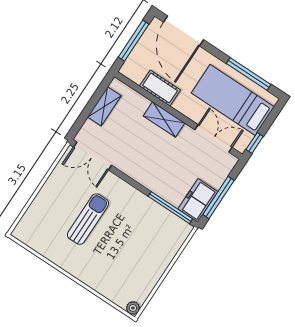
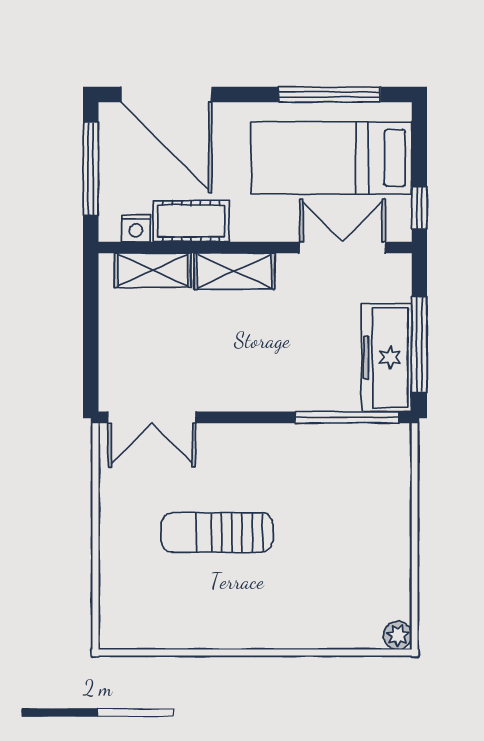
nightstand: (136, 76) -> (136, 228), added
shelving: (104, 106) -> (153, 270), moved, turned 90
freezer: (198, 200) -> (387, 358), width x1.40
sun lounger: (88, 219) -> (217, 532), turned -90

